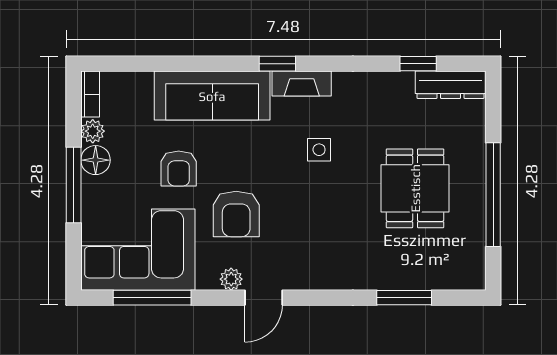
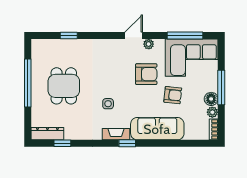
armchair: (179, 168) -> (173, 95), turned 96
armchair: (236, 214) -> (146, 74), turned 90
window: (404, 298) -> (69, 36), width x0.67

